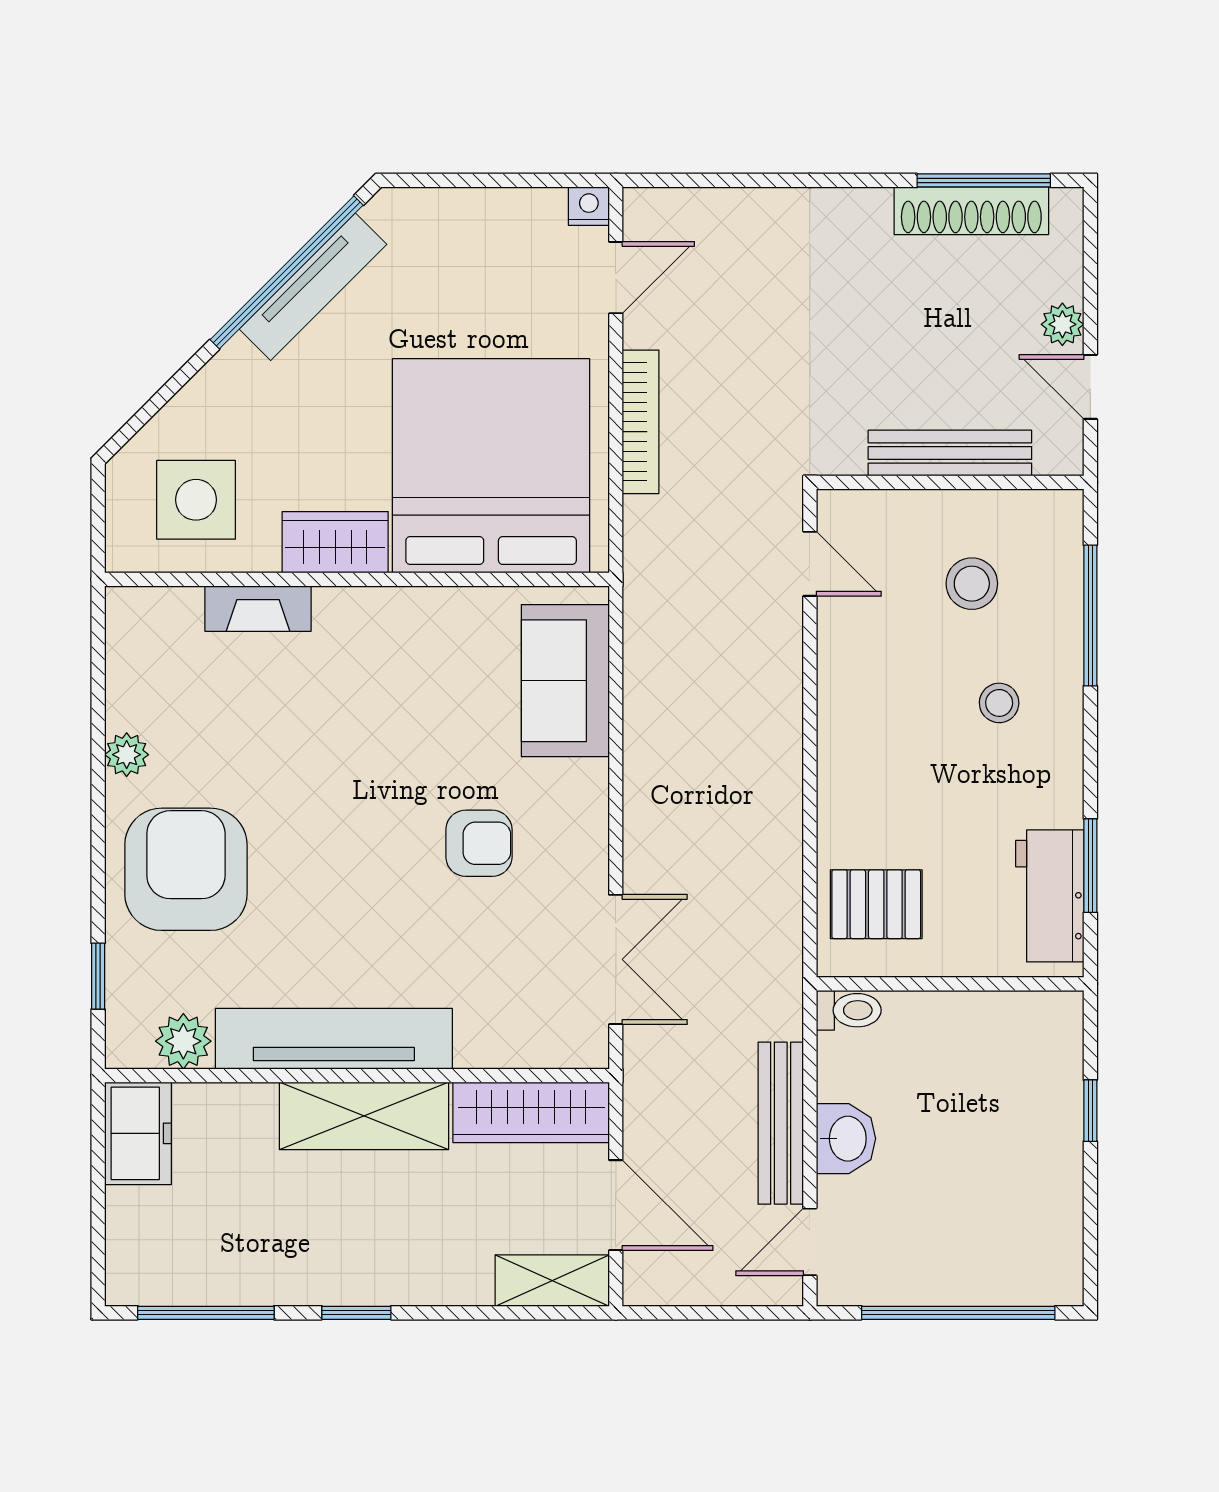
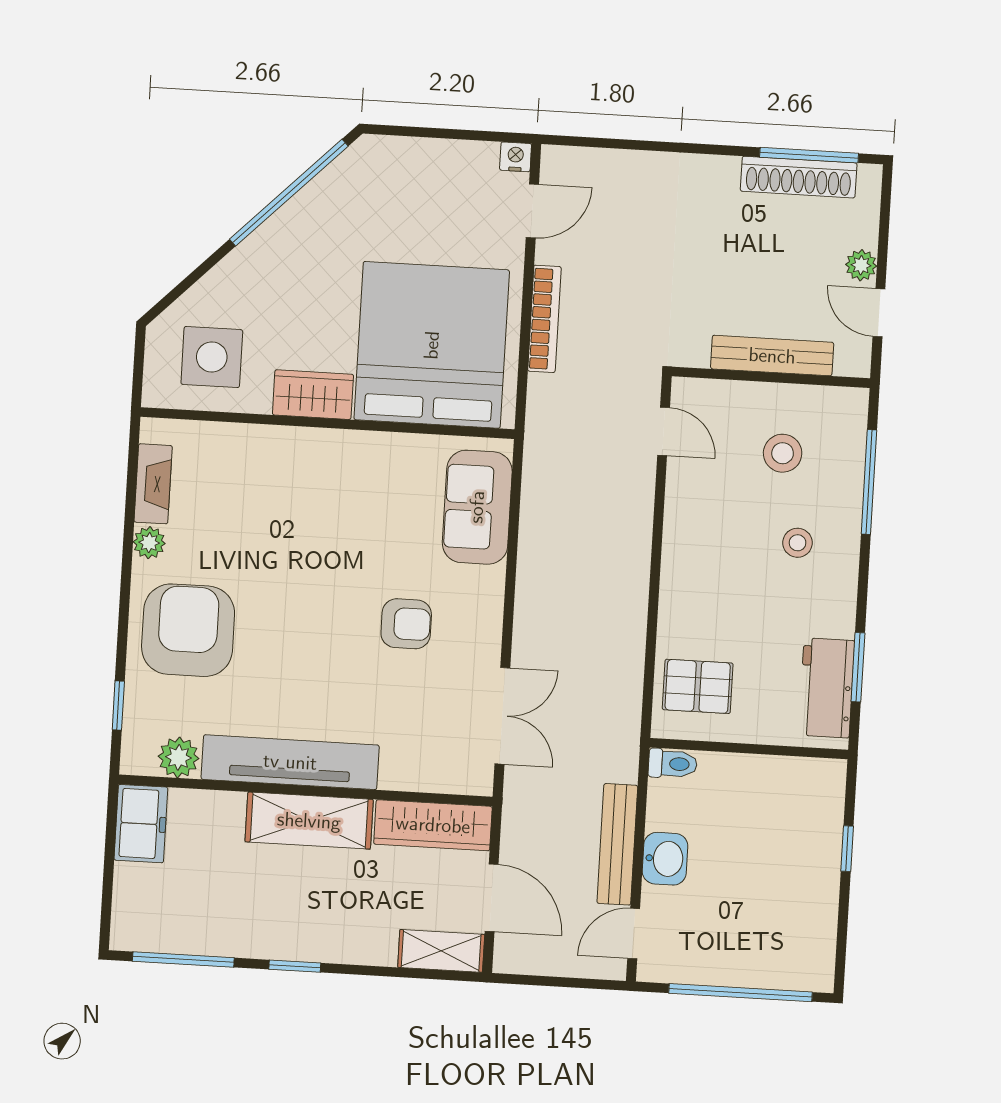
tv unit: (313, 287) -> (308, 204), removed
fireplace: (258, 609) -> (153, 484), moved, turned -90

